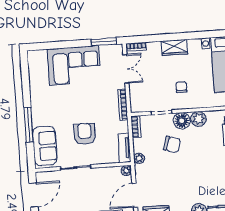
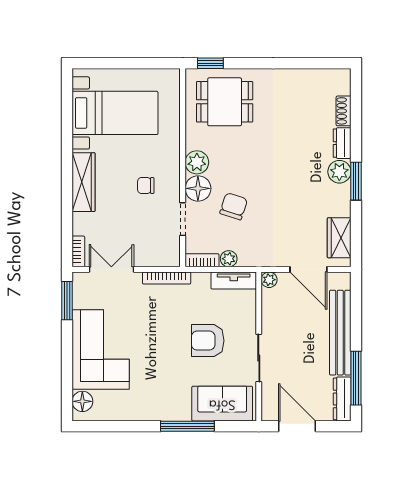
wardrobe: (174, 47) -> (84, 182), width x1.50
floor lamp: (40, 56) -> (82, 401), added
plant: (139, 158) -> (229, 259), moved

